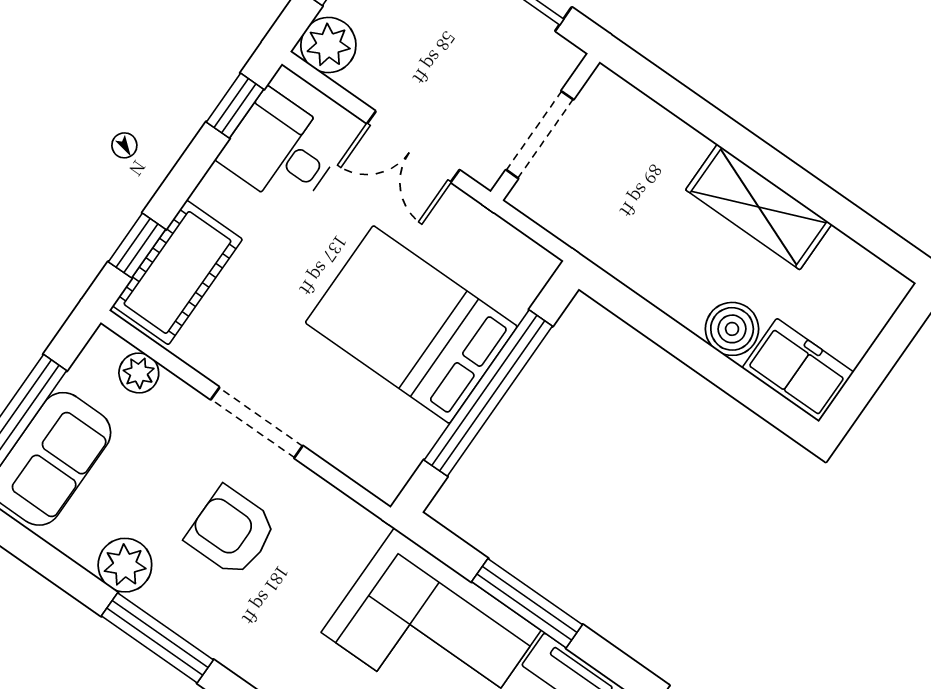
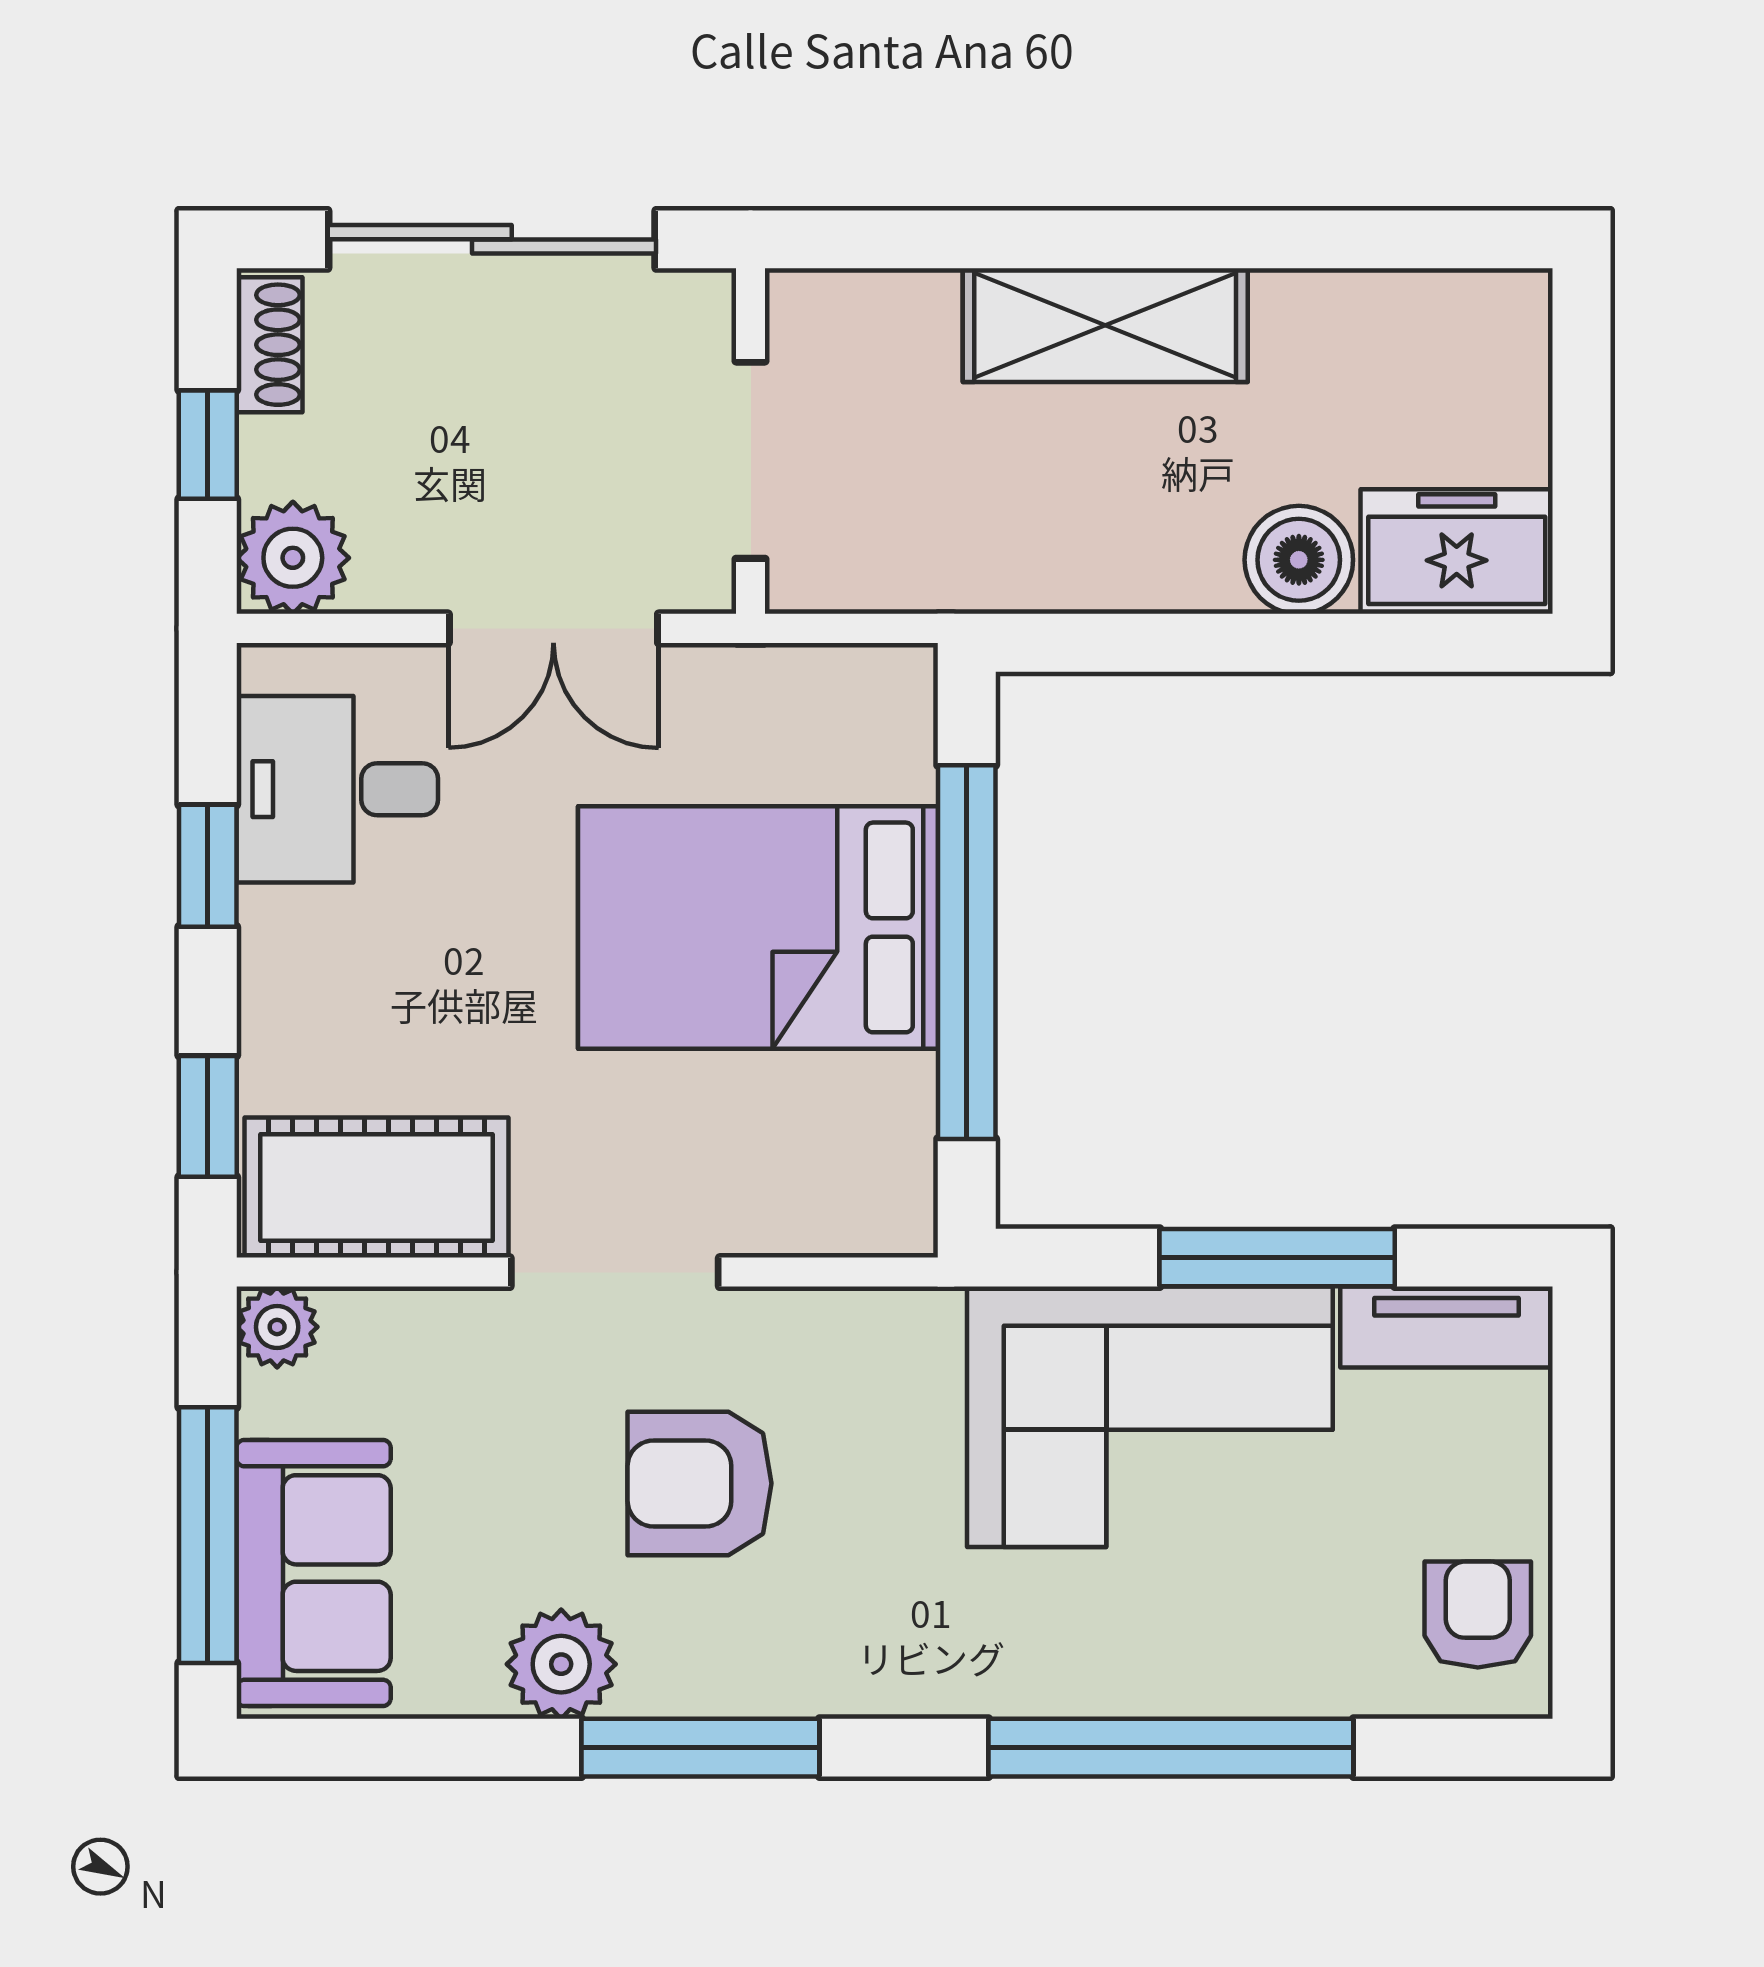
window: (235, 106) -> (208, 866), moved
shelving: (759, 207) -> (1105, 325), moved
cot: (177, 272) -> (376, 1187), moved, turned 90
plant: (139, 373) -> (277, 1327), moved

